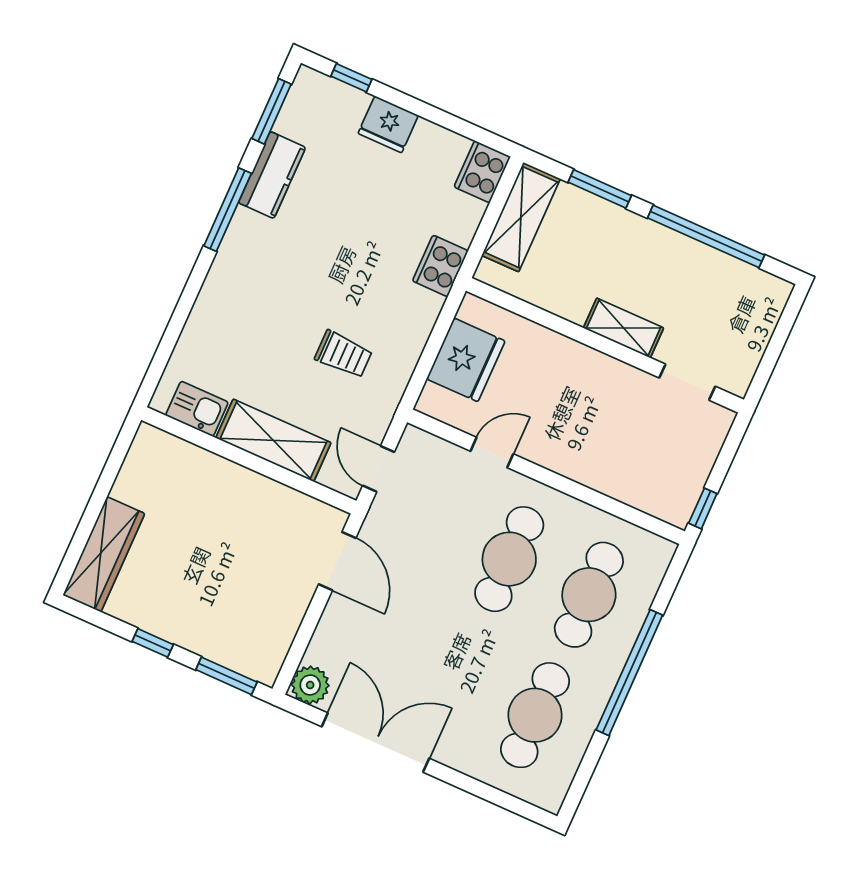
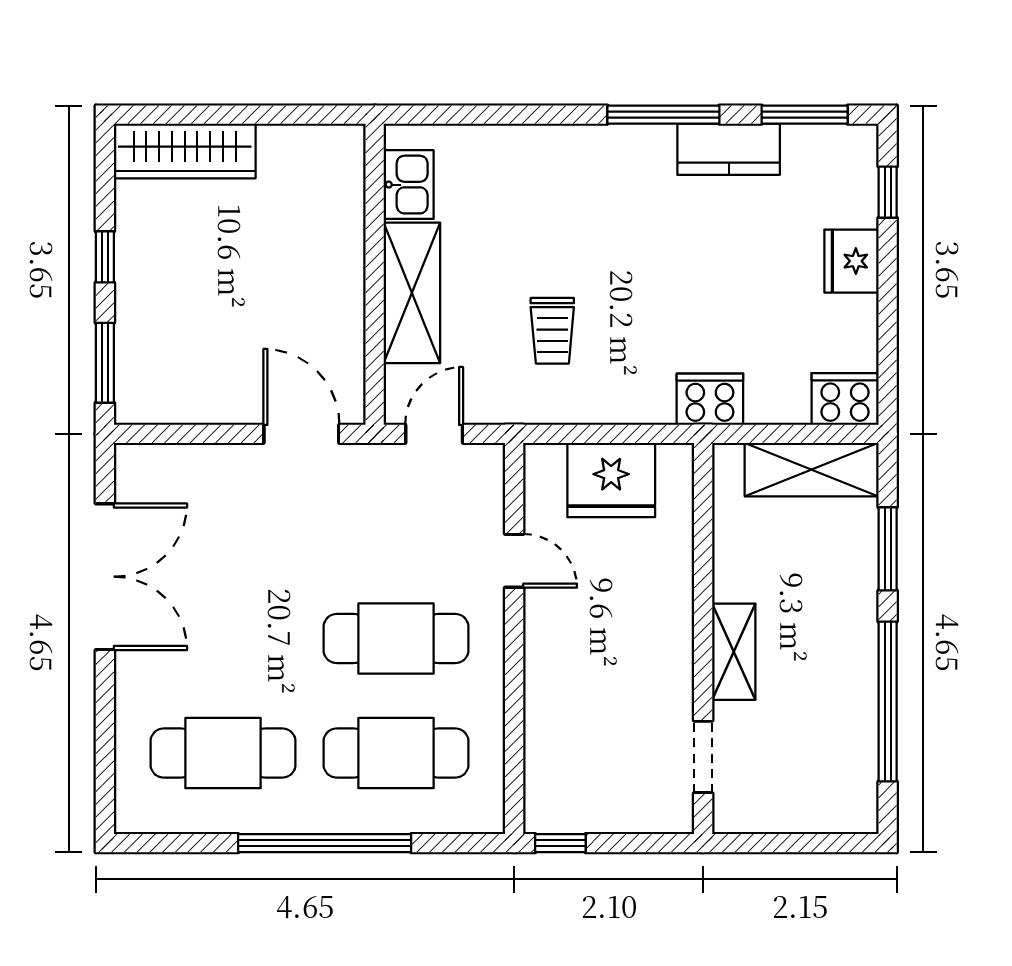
door: (337, 561) -> (301, 434), swing flipped
plant: (310, 685) -> (139, 468), removed

